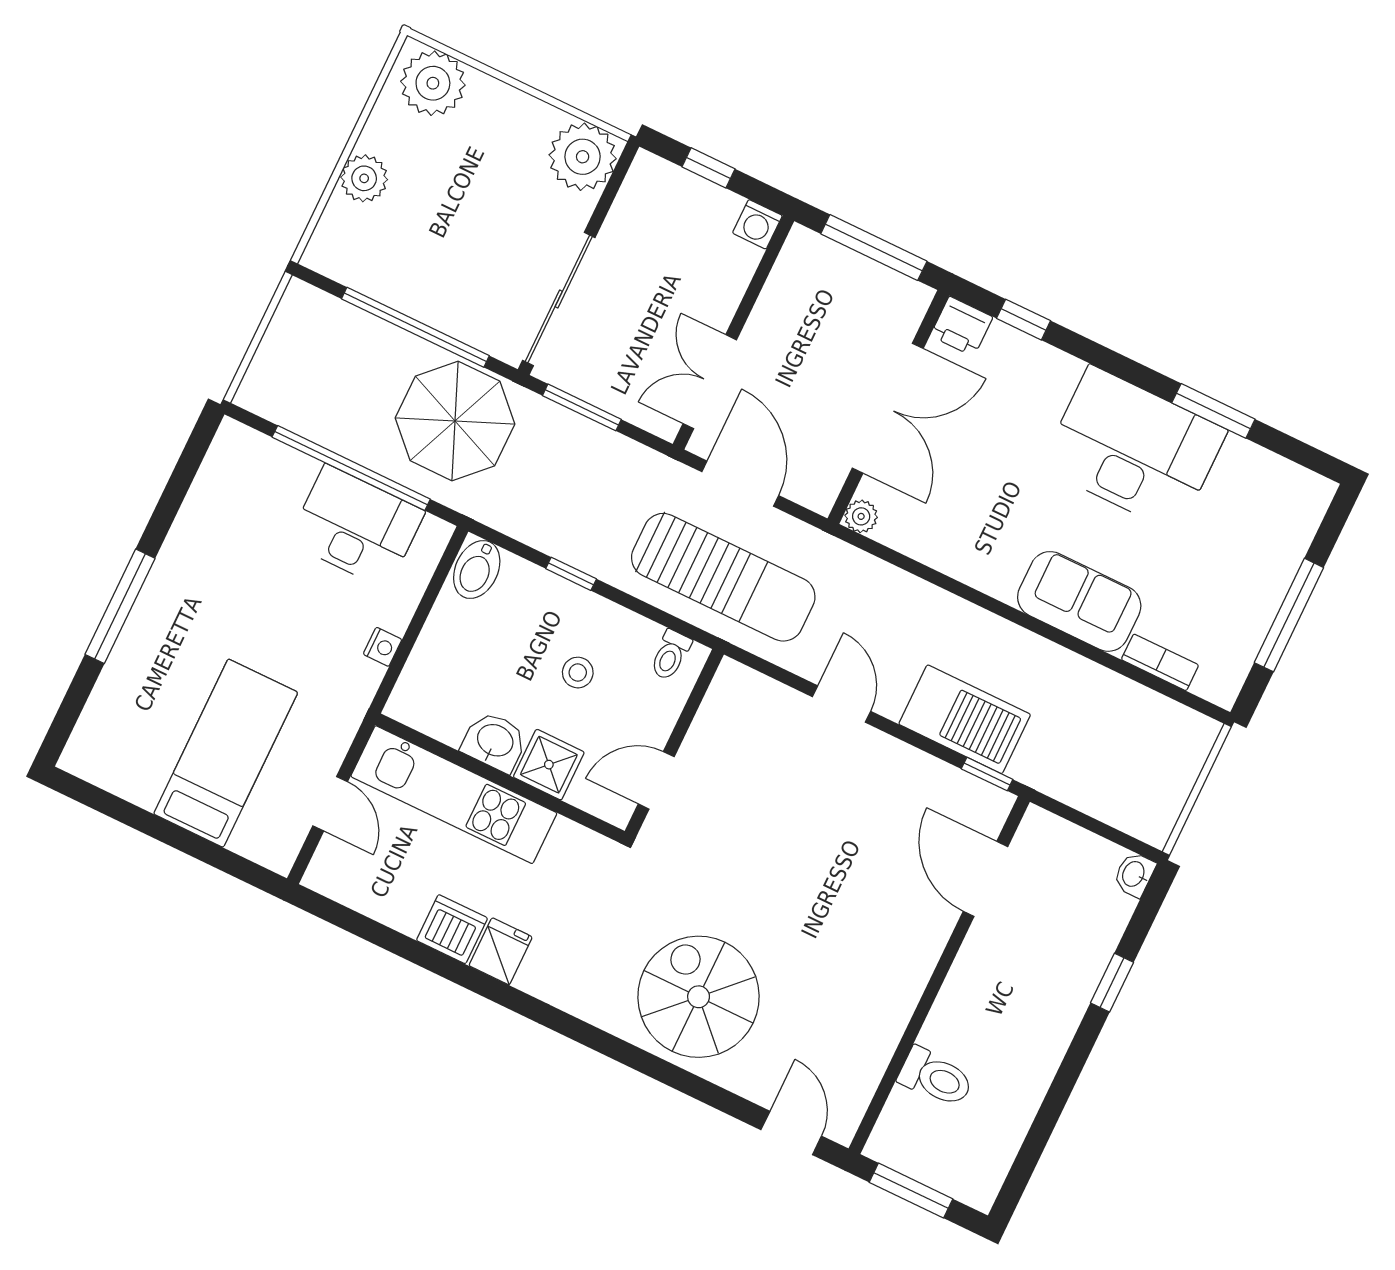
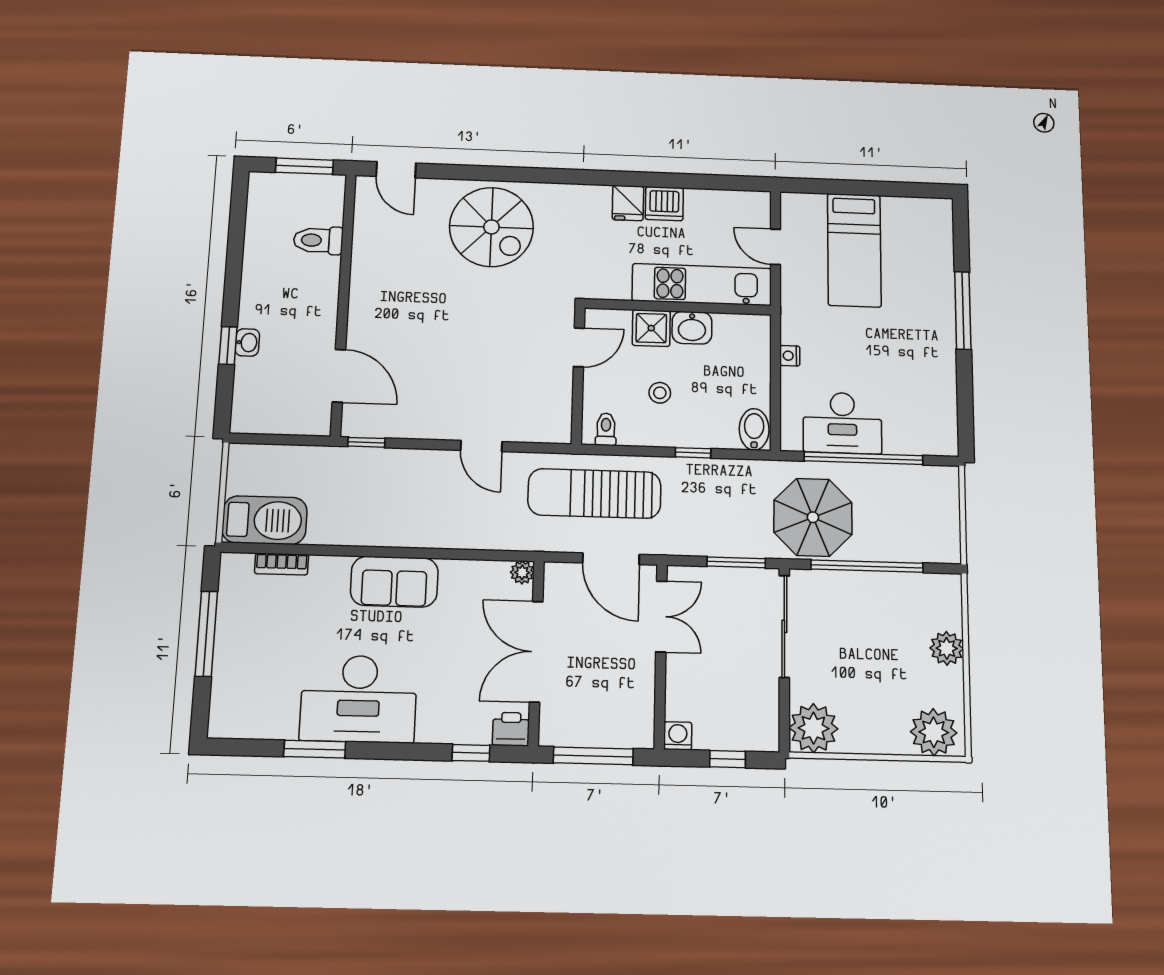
sofa: (1079, 601) -> (394, 582), moved
barbecue: (965, 719) -> (265, 520), moved, turned 180
washbasin: (1134, 874) -> (247, 342), moved

